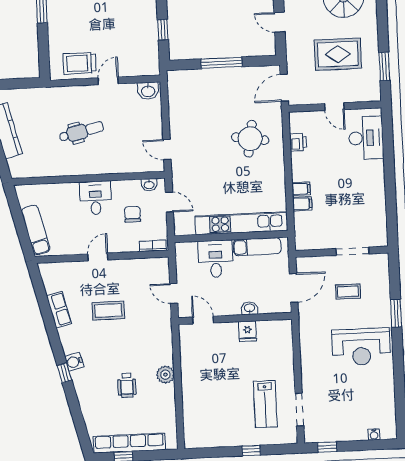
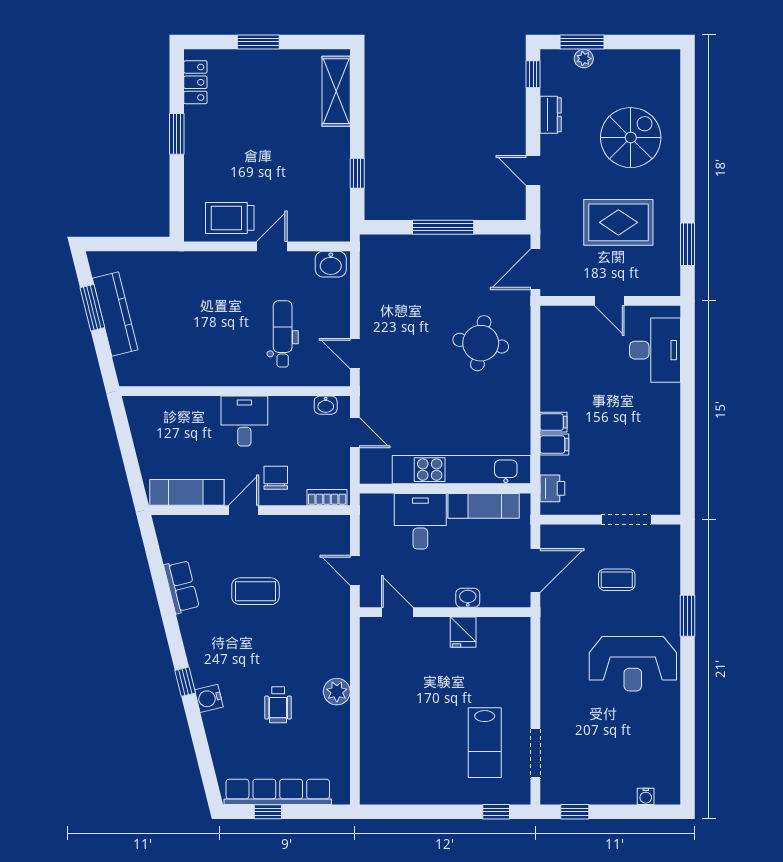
dental chair: (81, 132) -> (283, 334), moved, turned -77
printer: (298, 142) -> (552, 488), moved
chair: (132, 214) -> (276, 478), moved
exam couch: (36, 230) -> (187, 492), moved, turned -76
water cooler: (74, 362) -> (209, 698), moved
window: (251, 451) -> (496, 812), moved

